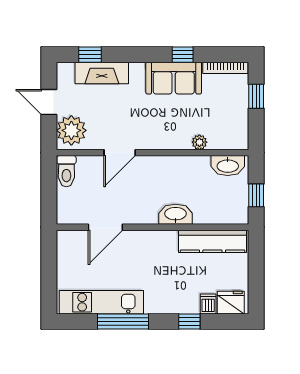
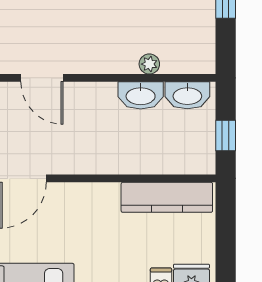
door: (120, 153) -> (42, 78), hinge flipped
washbasin: (176, 214) -> (141, 95), moved, turned 180

